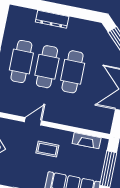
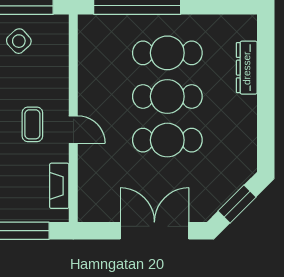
dresser: (52, 19) -> (247, 68), moved
door: (33, 121) -> (73, 130), moved

